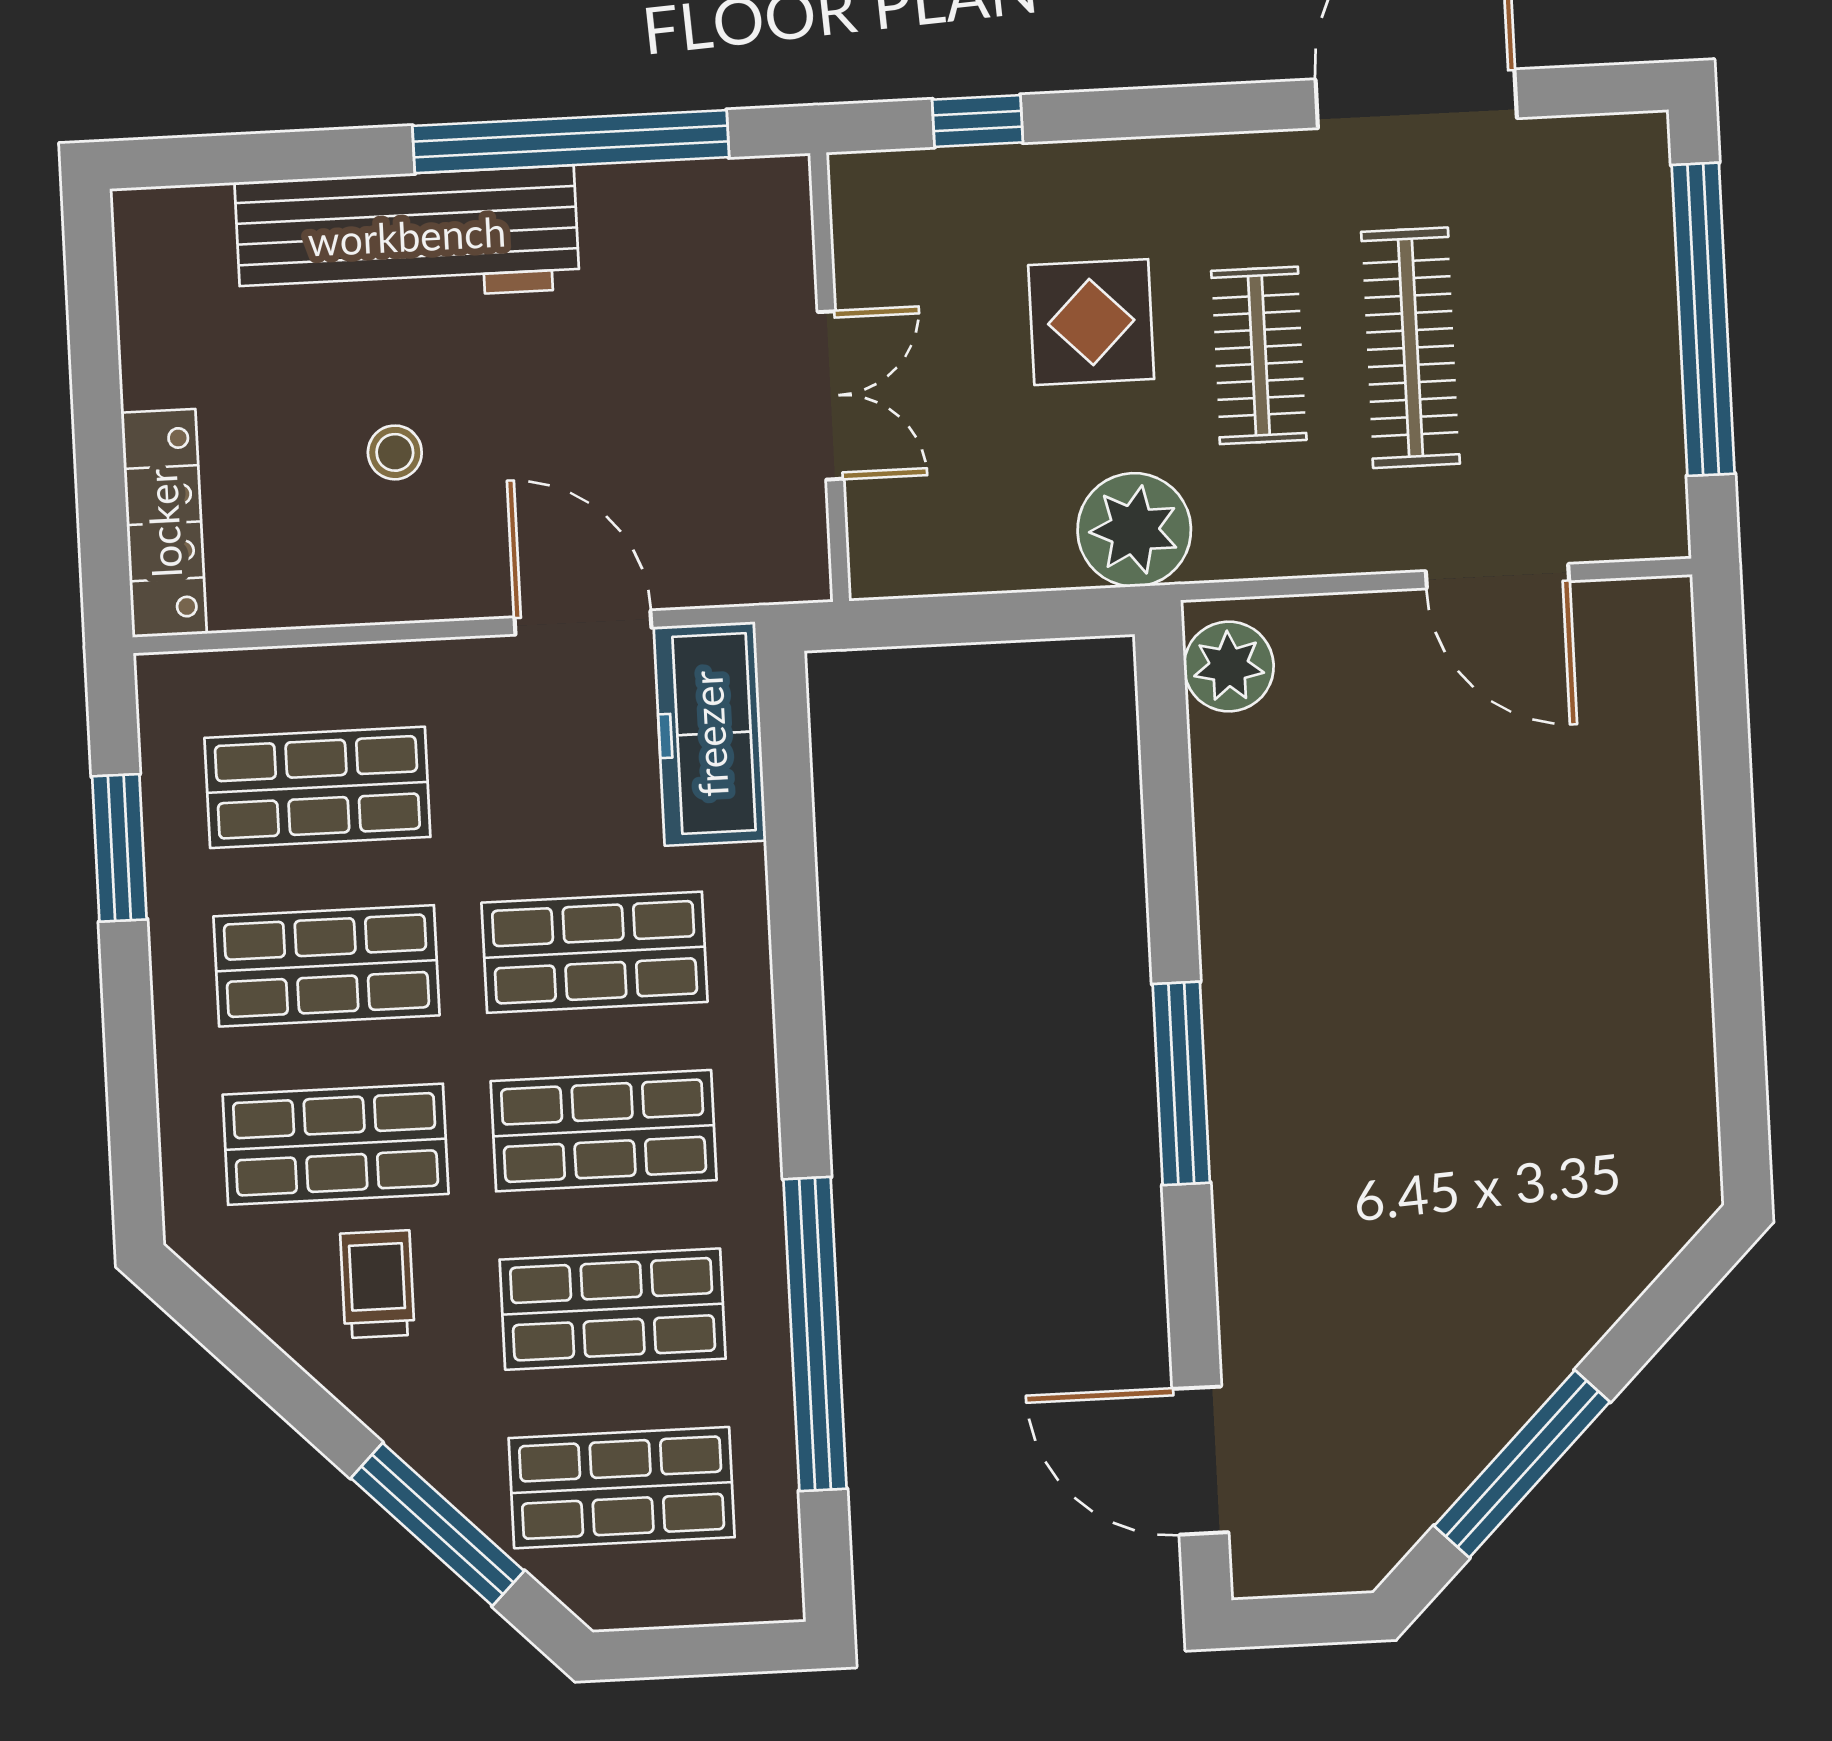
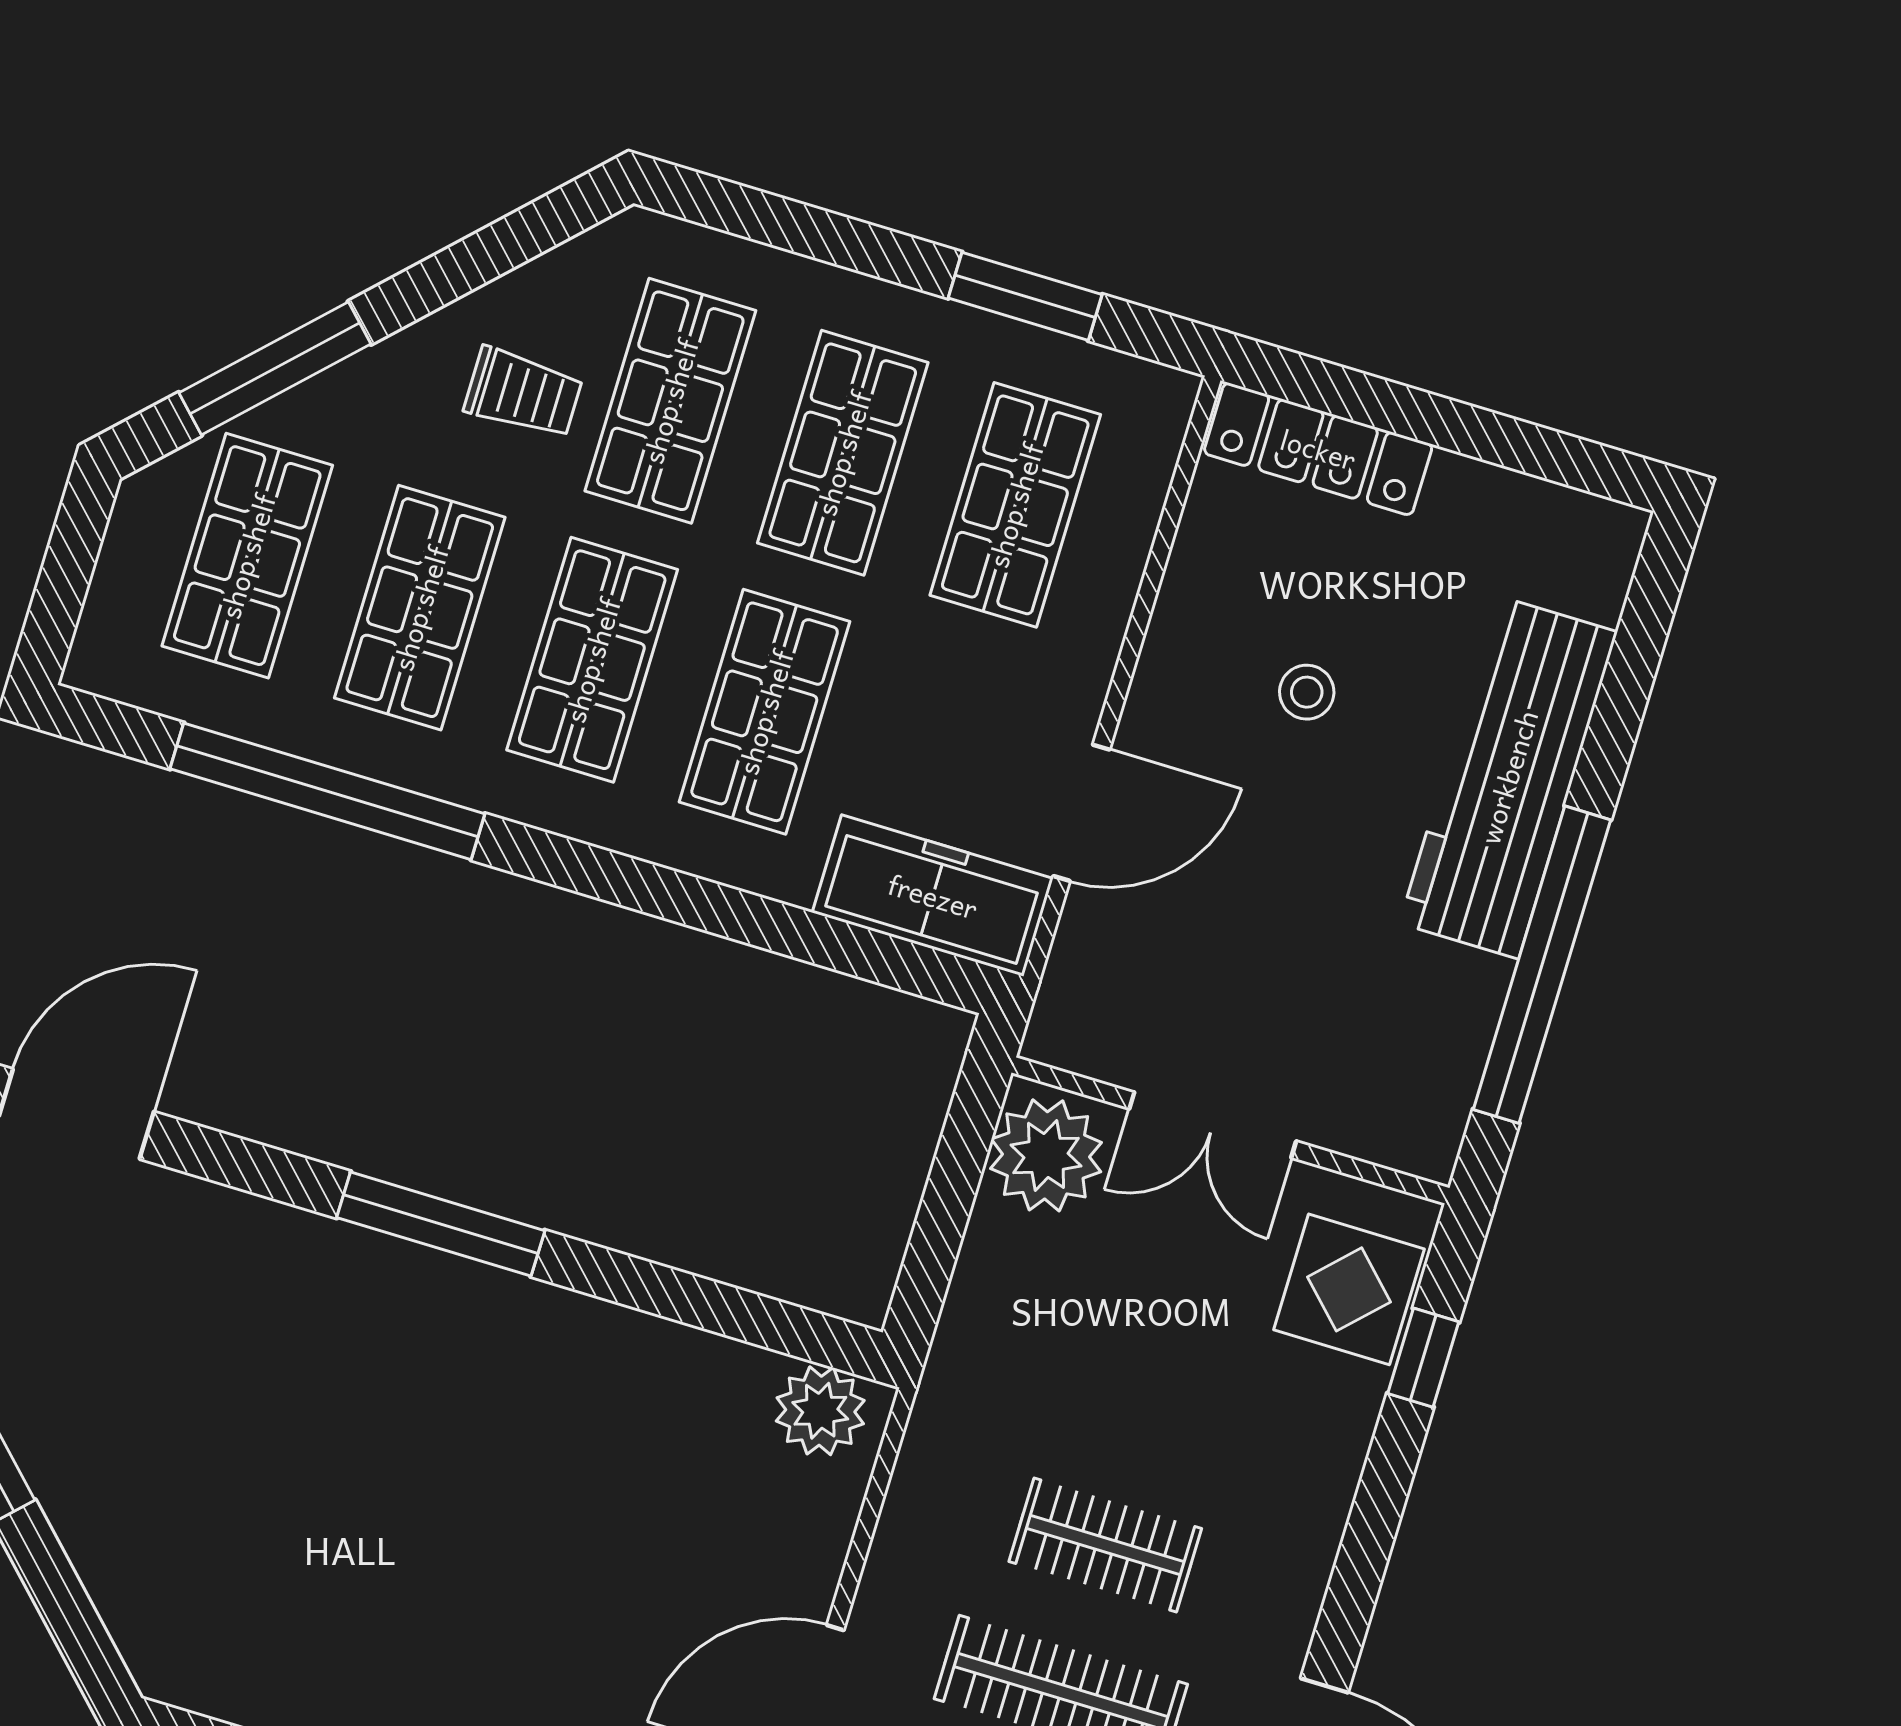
display table: (1091, 322) -> (1349, 1289), moved
plant: (1134, 530) -> (1046, 1155), moved

